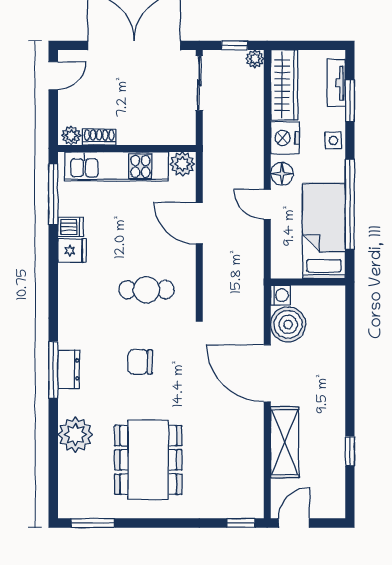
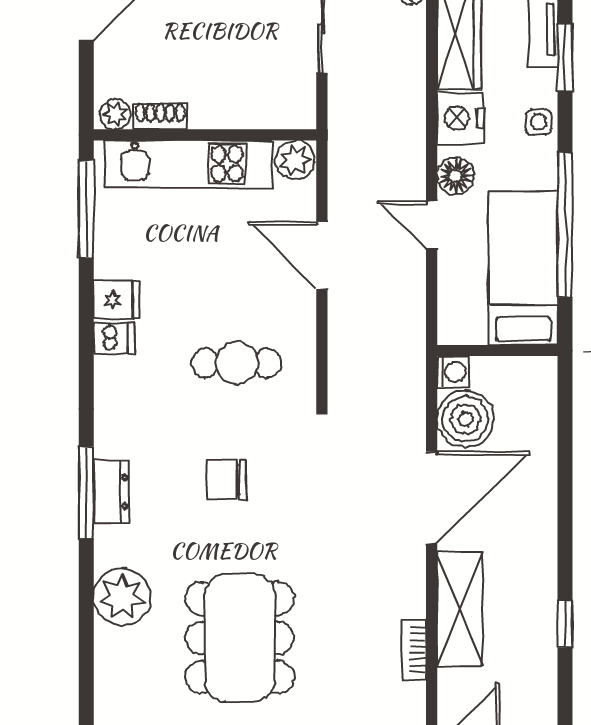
dishwasher: (70, 227) -> (114, 338), moved
door: (267, 373) -> (432, 498), swing flipped
bookcase: (256, 467) -> (414, 650), added

